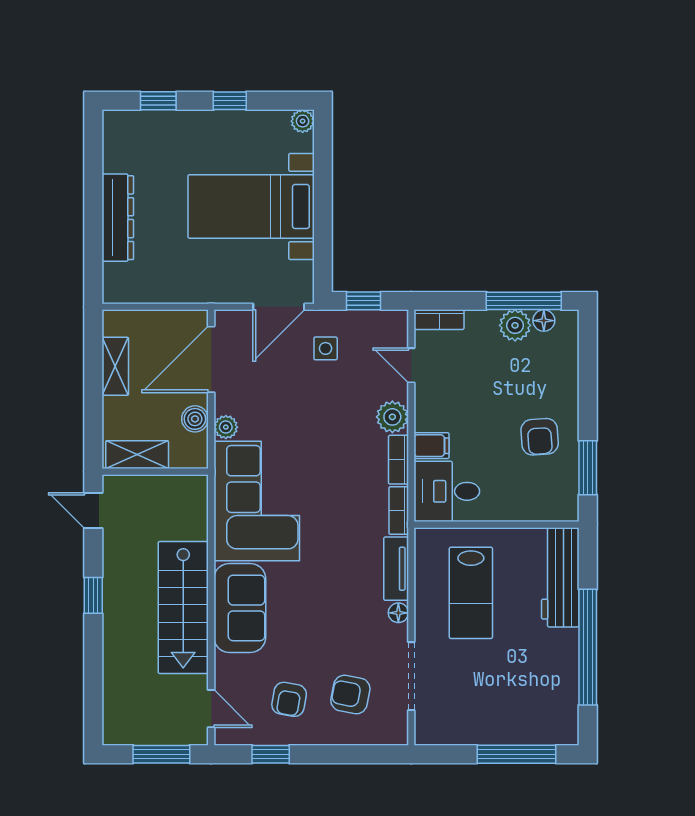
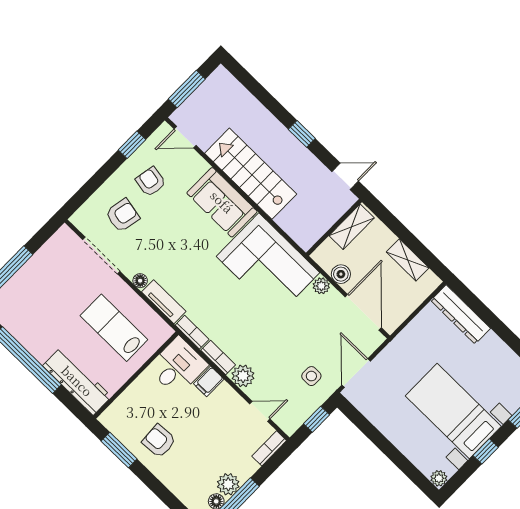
bed with nightstands: (251, 206) -> (453, 411), moved, turned -90
dresser: (118, 218) -> (461, 314), moved

